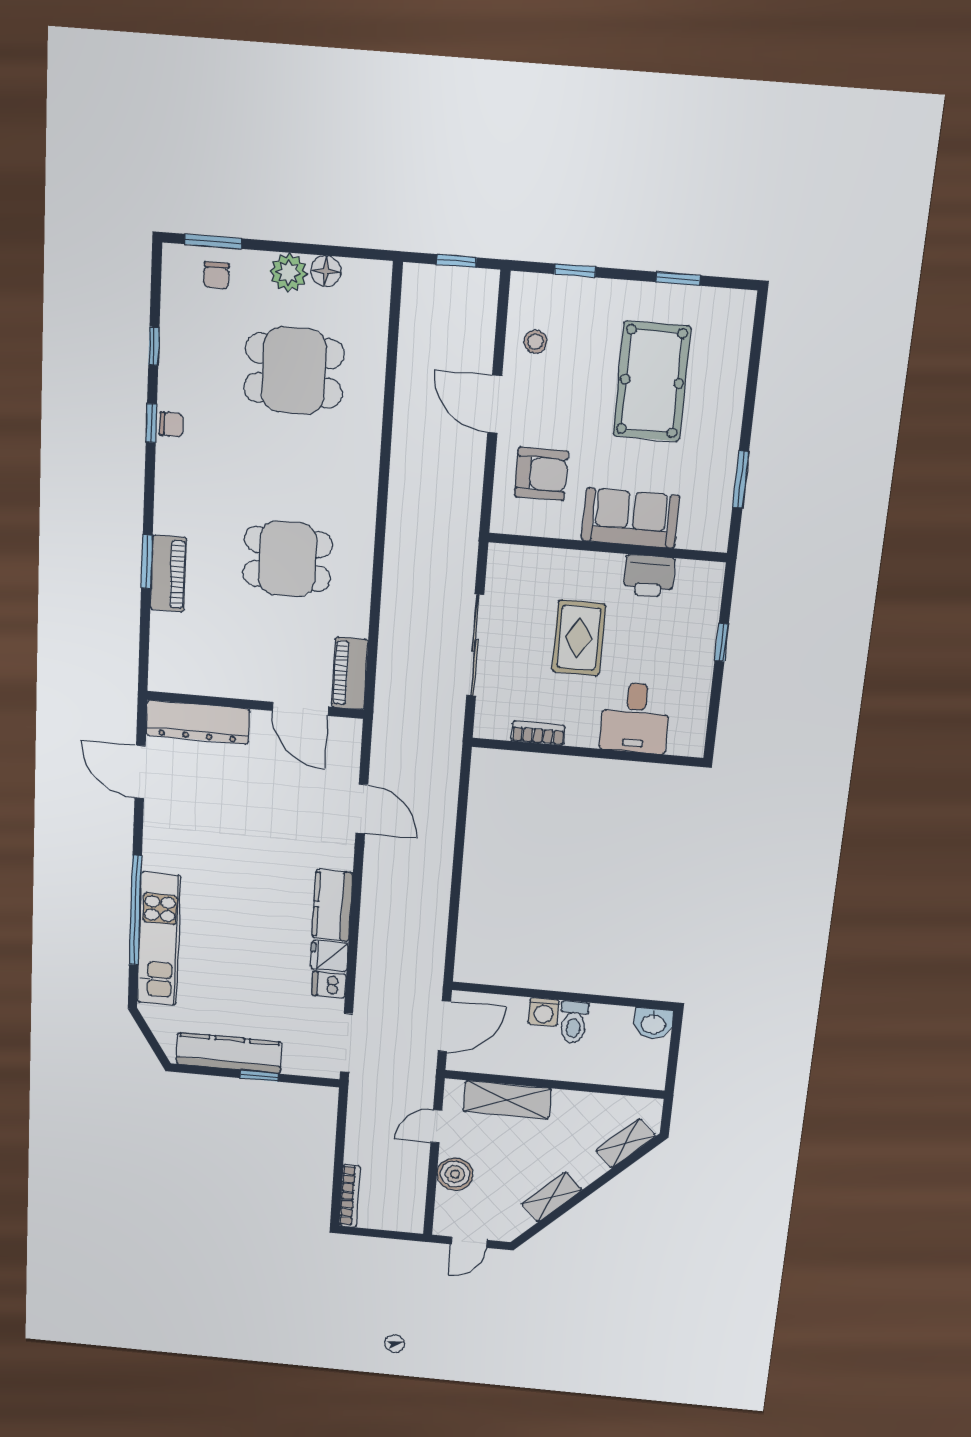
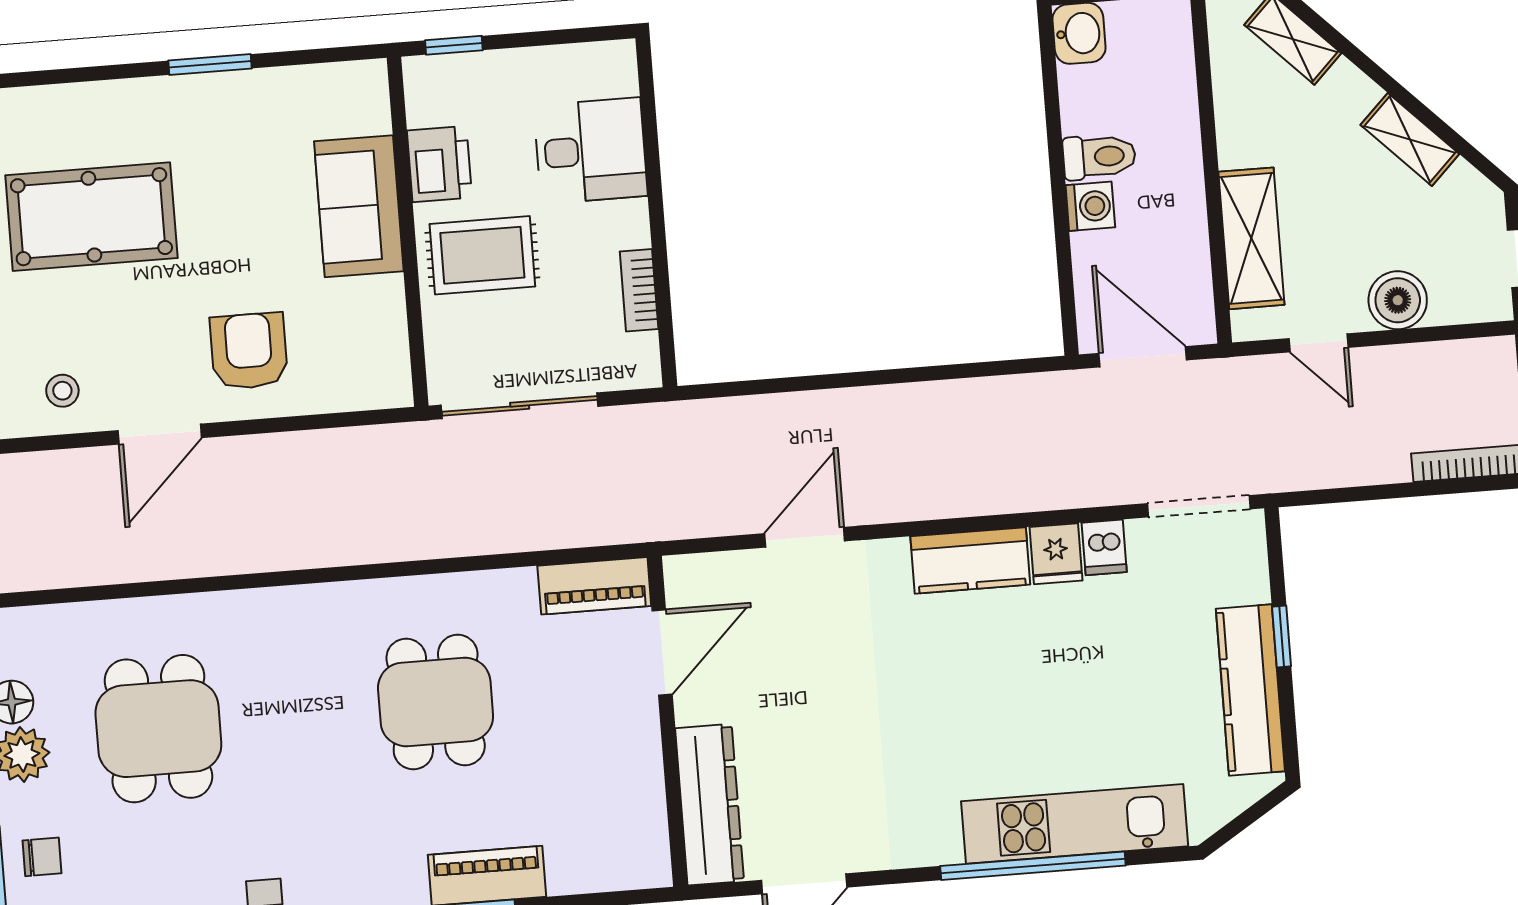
sofa: (630, 518) -> (359, 206), moved
wall: (607, 548) -> (408, 232), moved
printer: (649, 576) -> (439, 164), moved

